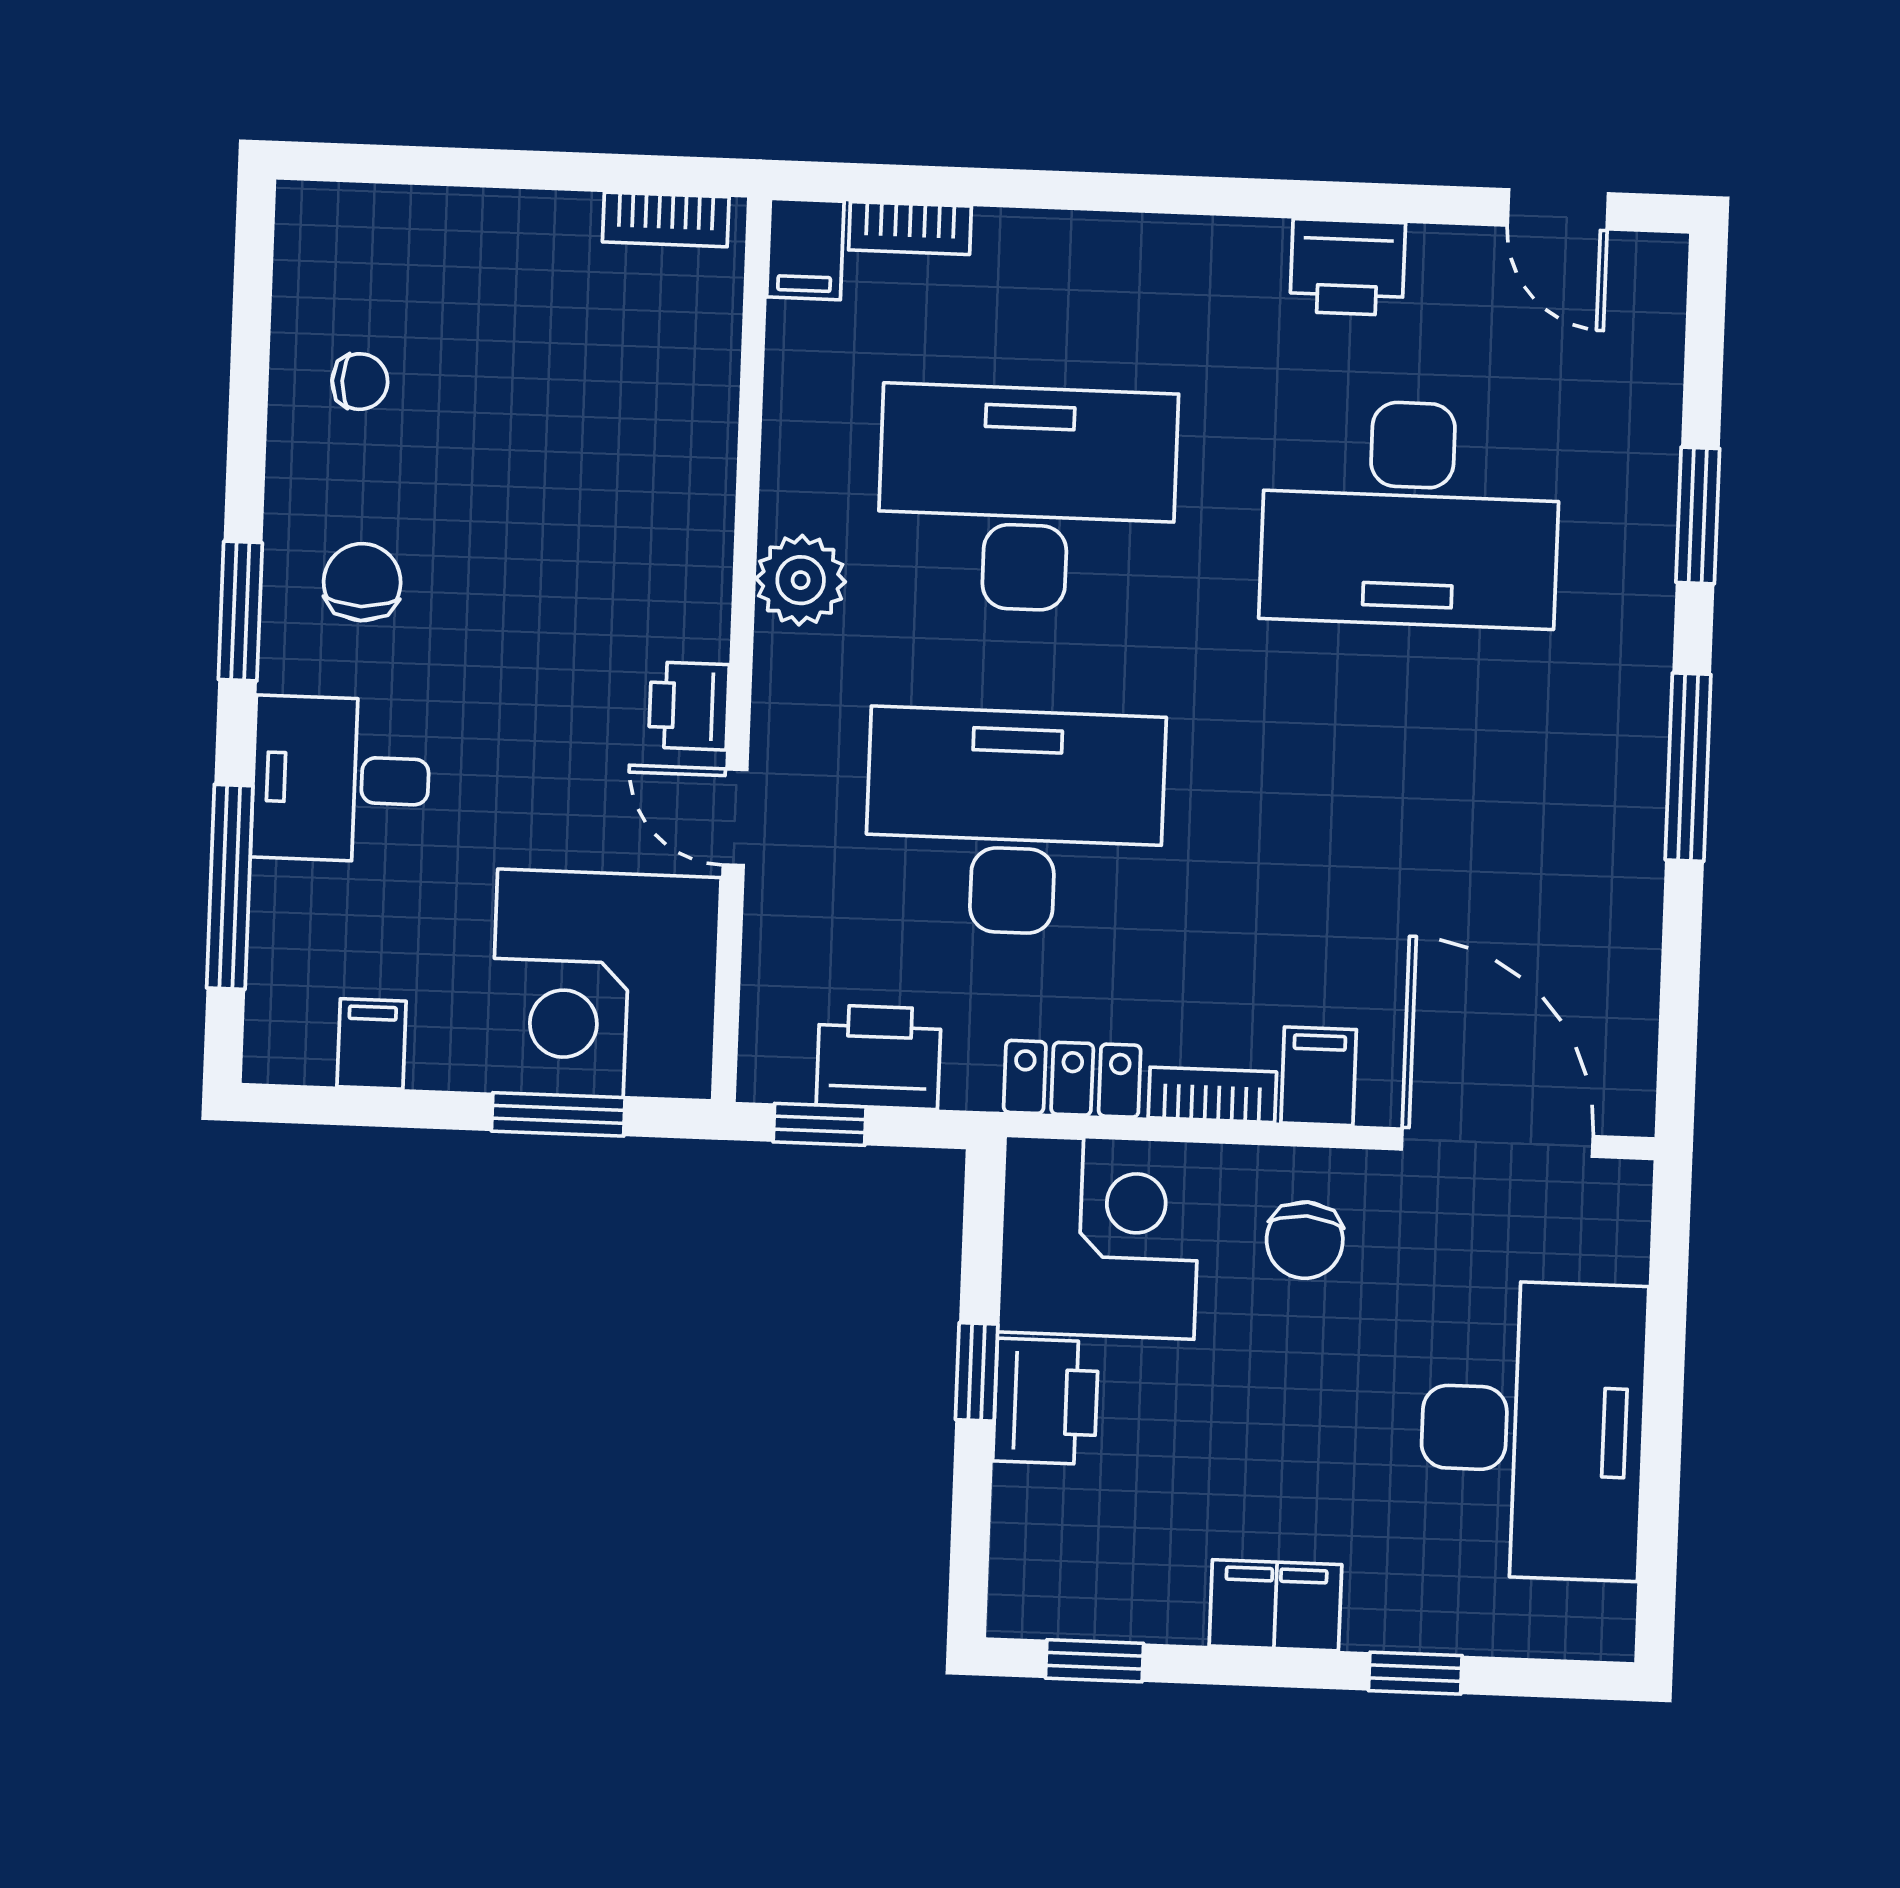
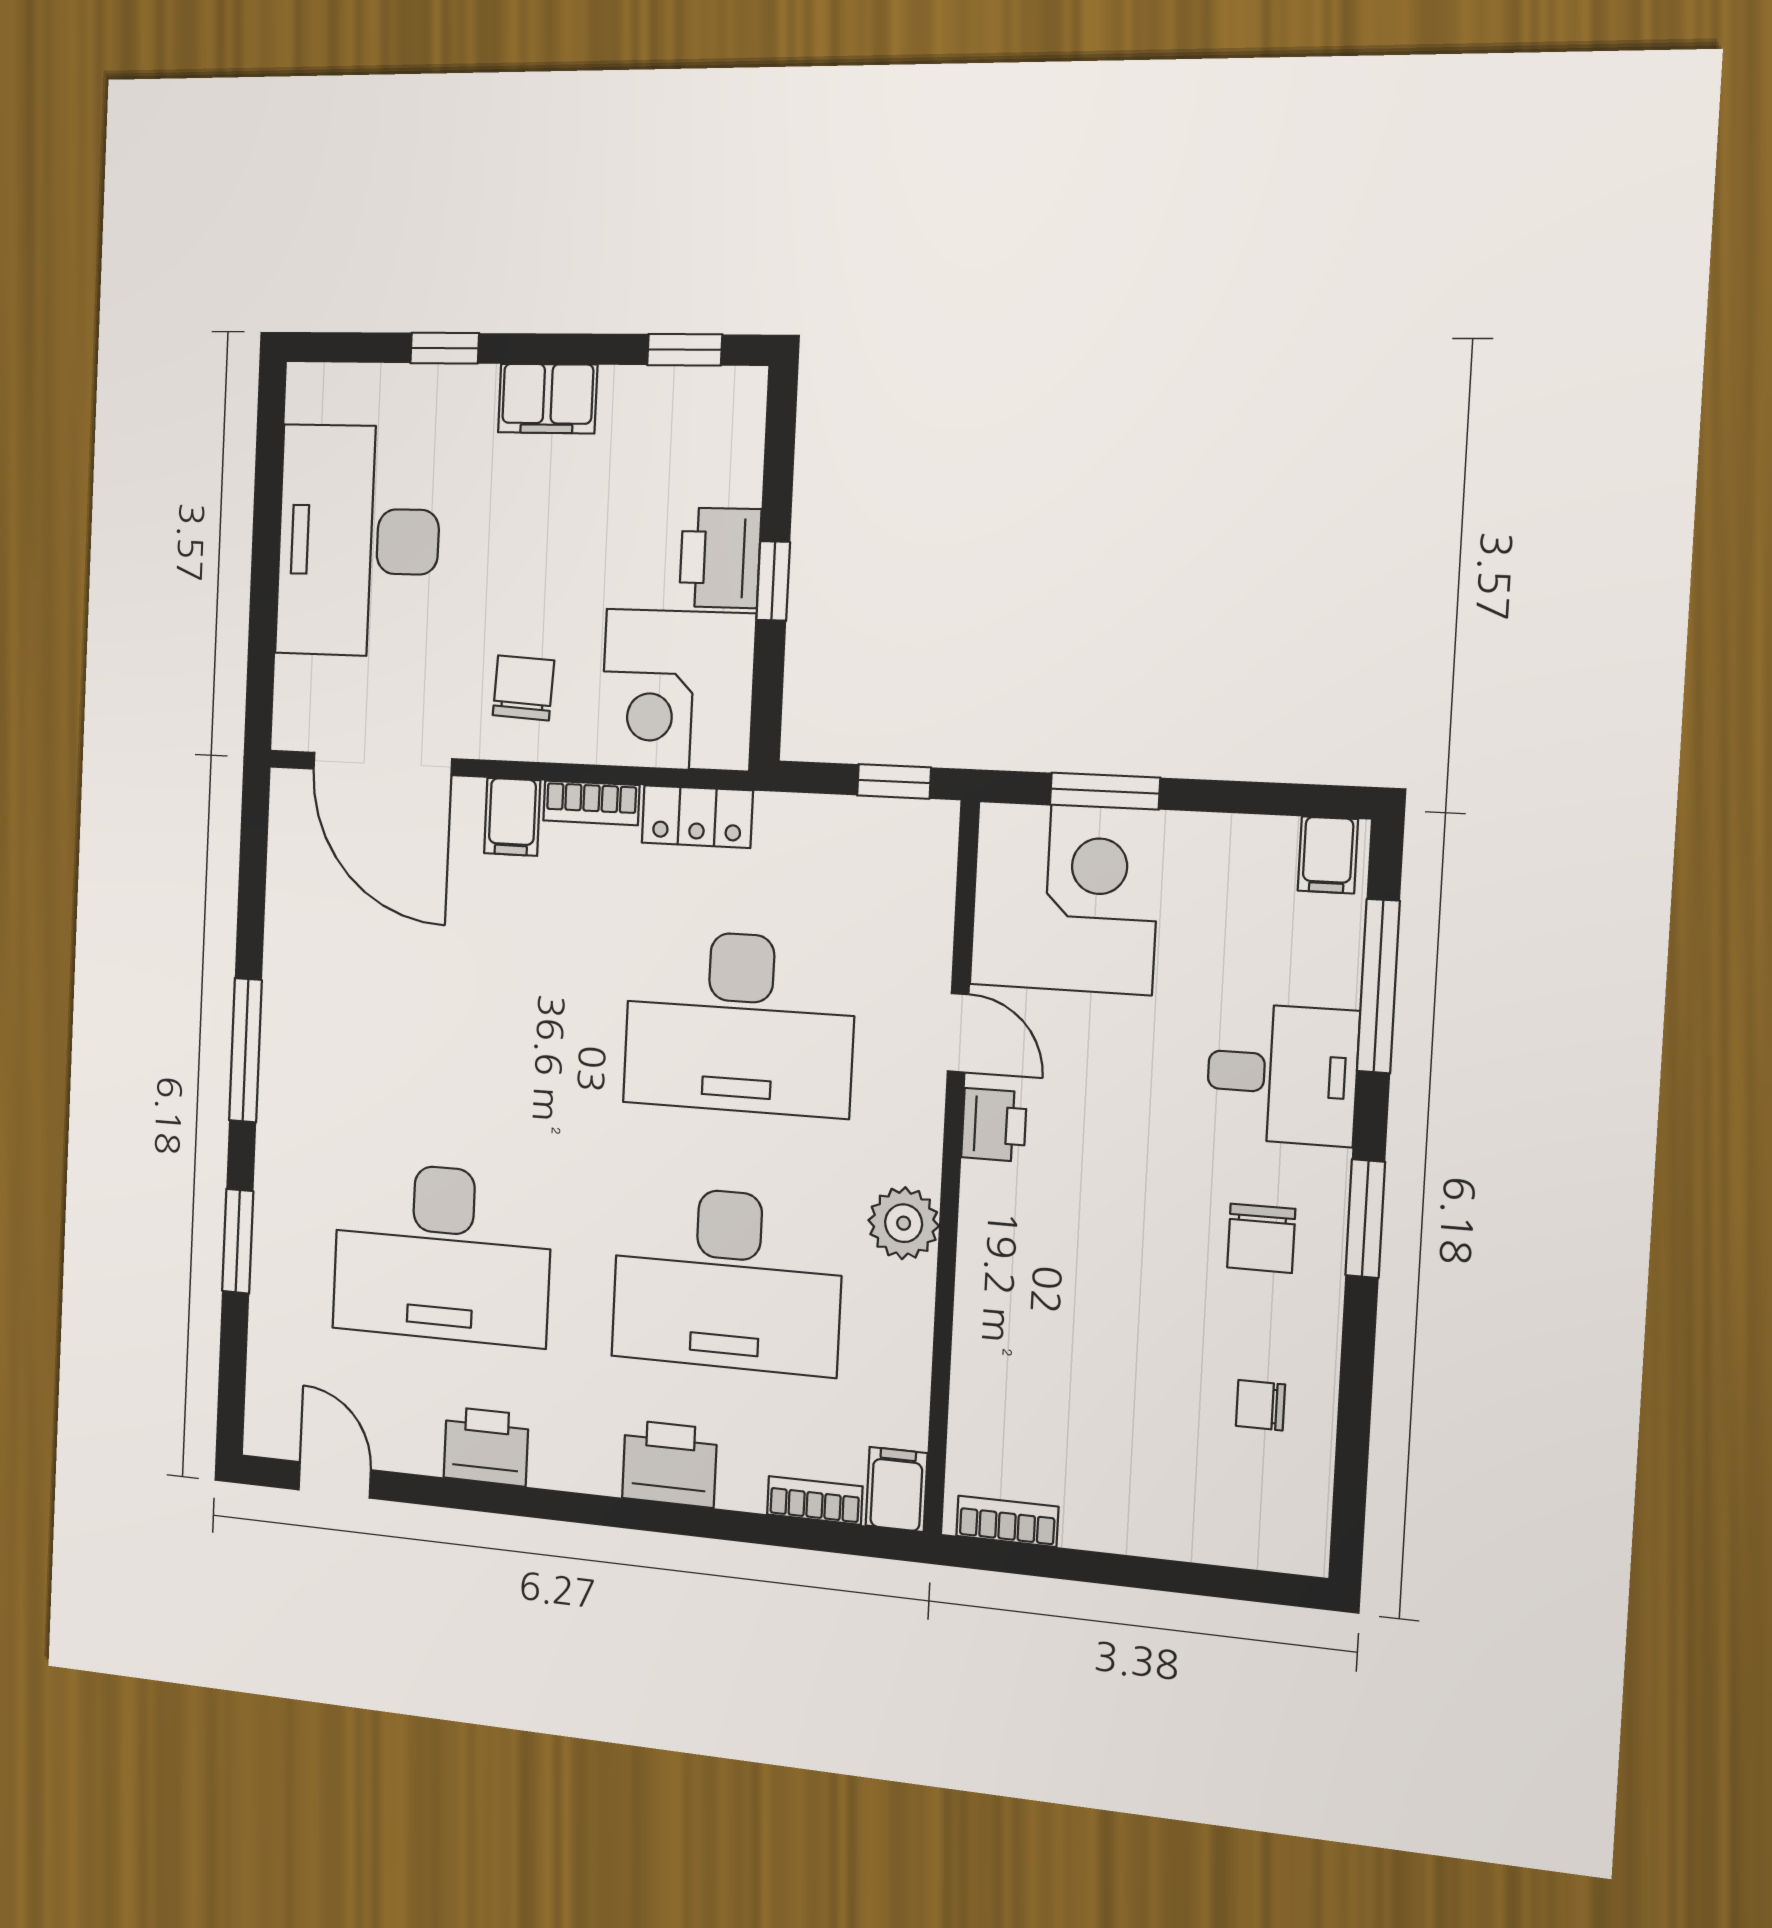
desk: (1410, 514) -> (442, 1253), turned 180
filing cabinet: (372, 1044) -> (1328, 855), moved
printer: (879, 1057) -> (669, 1464), moved, turned 180

